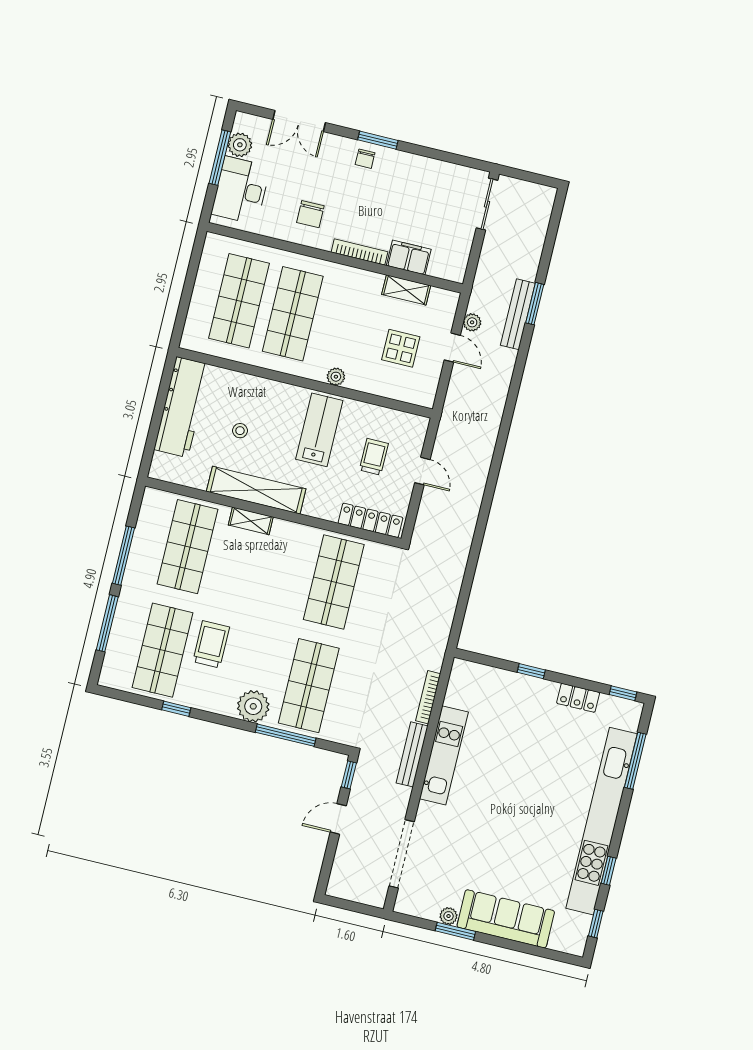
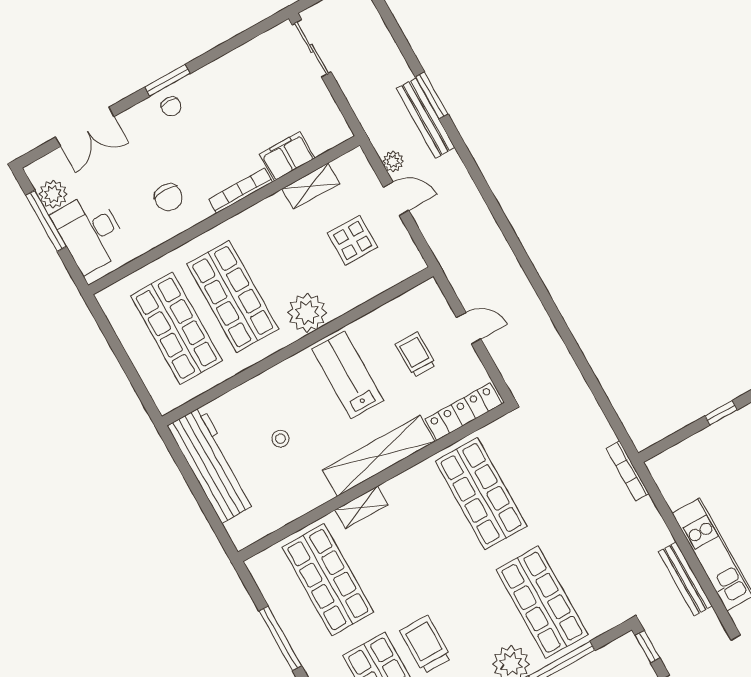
plant: (336, 377) -> (307, 313), width x1.87, depth x1.87
shelving: (256, 490) -> (379, 456), moved
bookcase: (428, 697) -> (628, 471), moved

